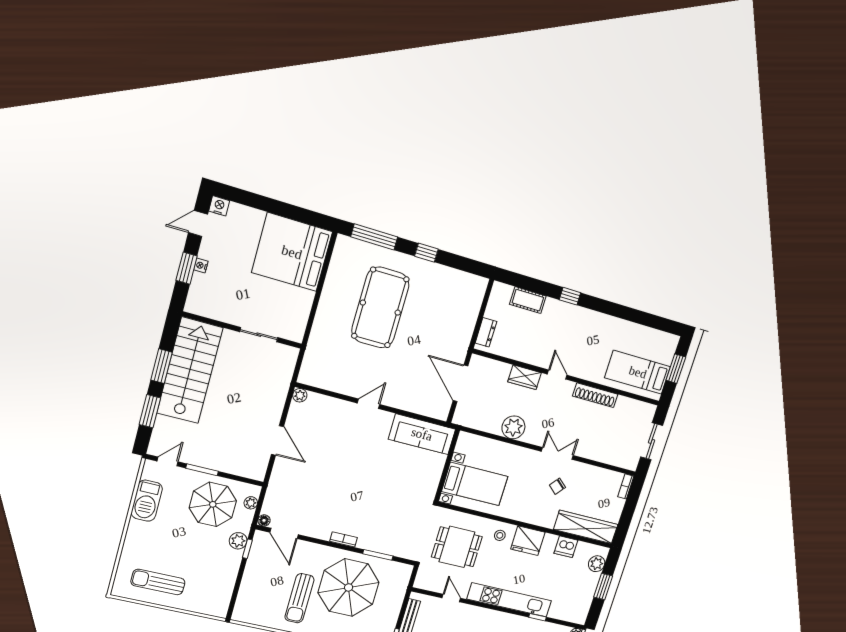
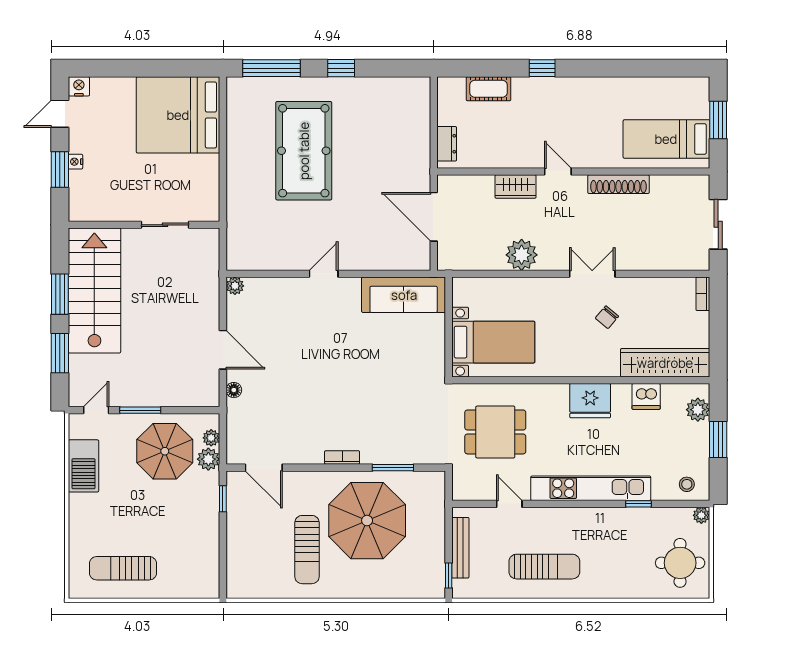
floor lamp: (264, 520) -> (234, 390), moved
stool: (500, 535) -> (687, 484), moved
plant: (238, 541) -> (208, 459), moved

